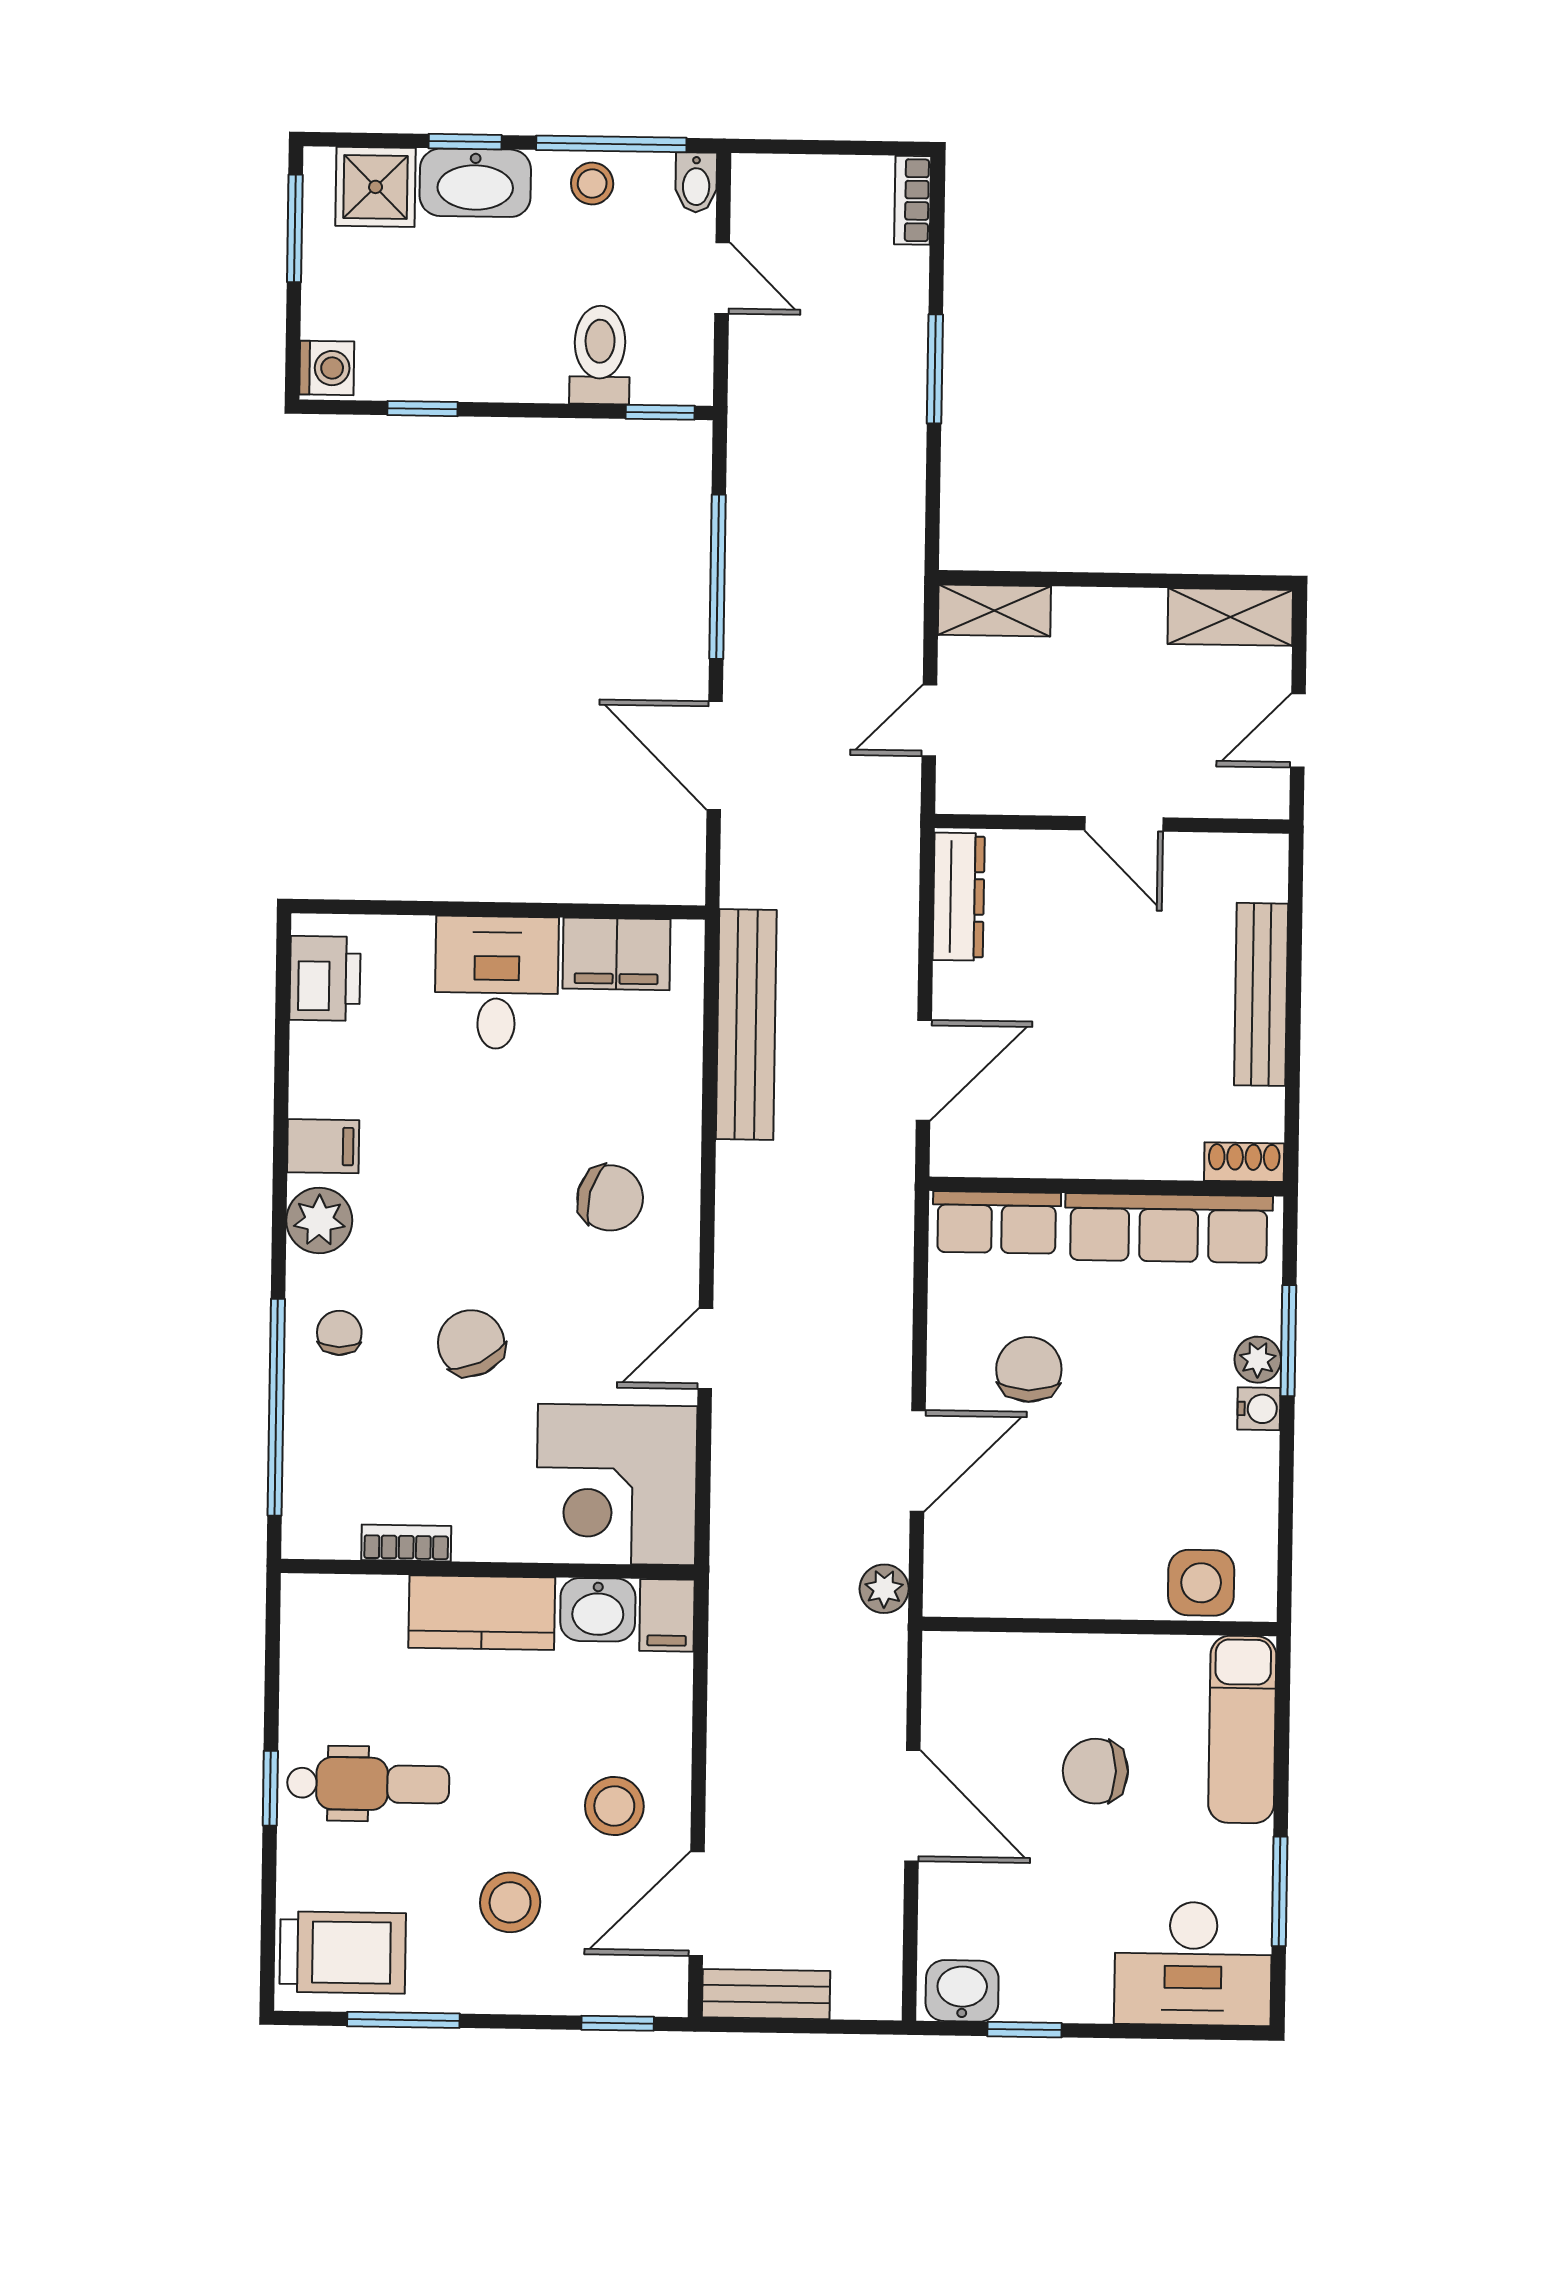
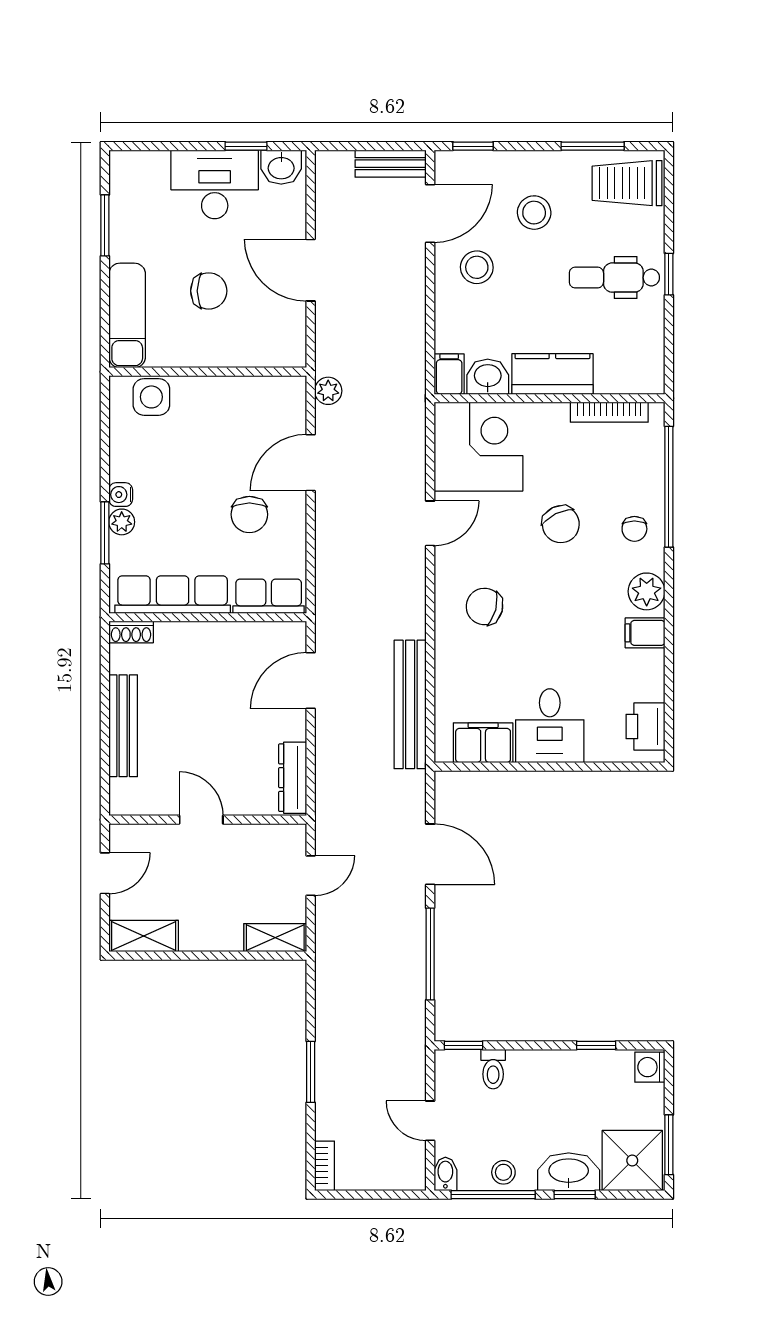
shower: (376, 187) -> (632, 1160), width x1.36, depth x1.36
toilet: (600, 355) -> (493, 1069), width x0.73, depth x0.72
bookcase: (406, 1543) -> (609, 412), width x1.56
desk: (1193, 1964) -> (215, 184), moved

